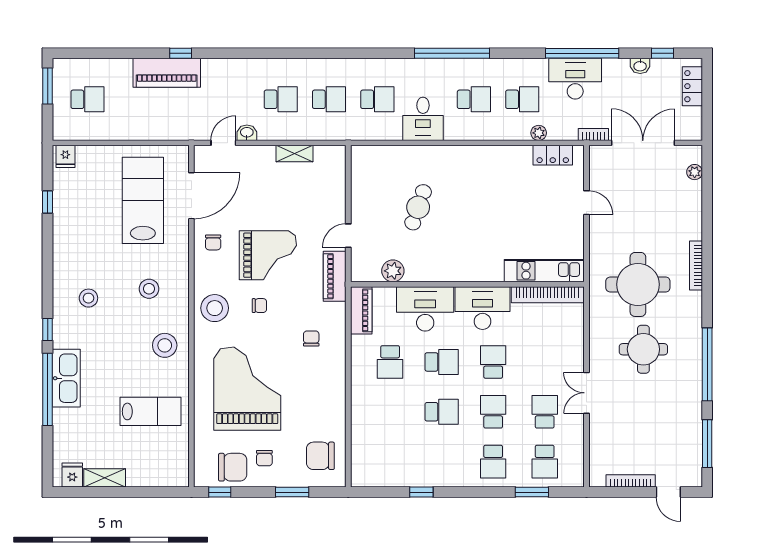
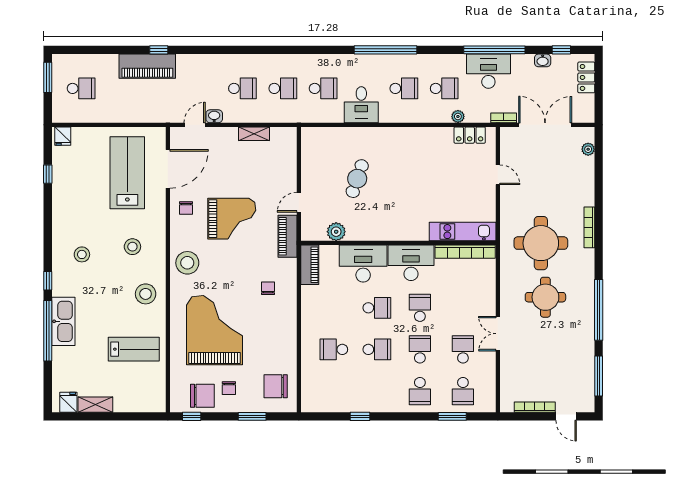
chair: (259, 306) -> (225, 261), removed
school desk: (390, 362) -> (334, 349), moved, turned 90

